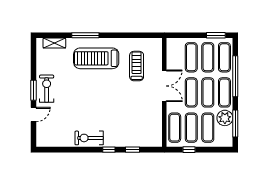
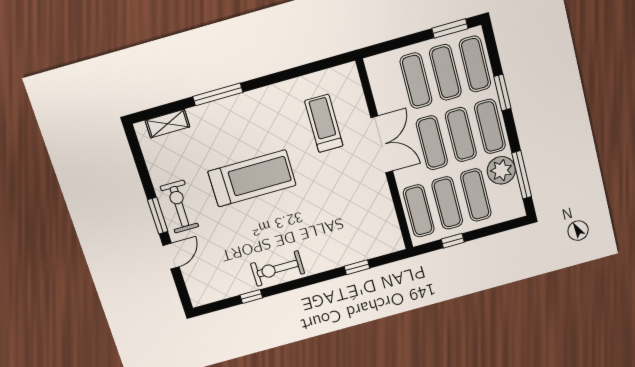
treadmill: (96, 58) -> (252, 178), moved, turned 180
window: (235, 76) -> (502, 92), width x0.47
window: (109, 150) -> (251, 296), moved

